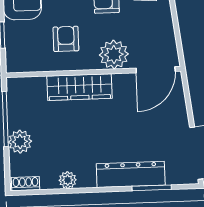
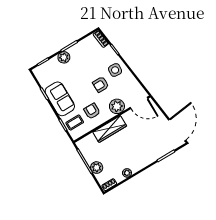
coffee table: (25, 42) -> (75, 123), added
door: (156, 70) -> (139, 103), hinge flipped
dresser: (131, 174) -> (153, 155), removed

